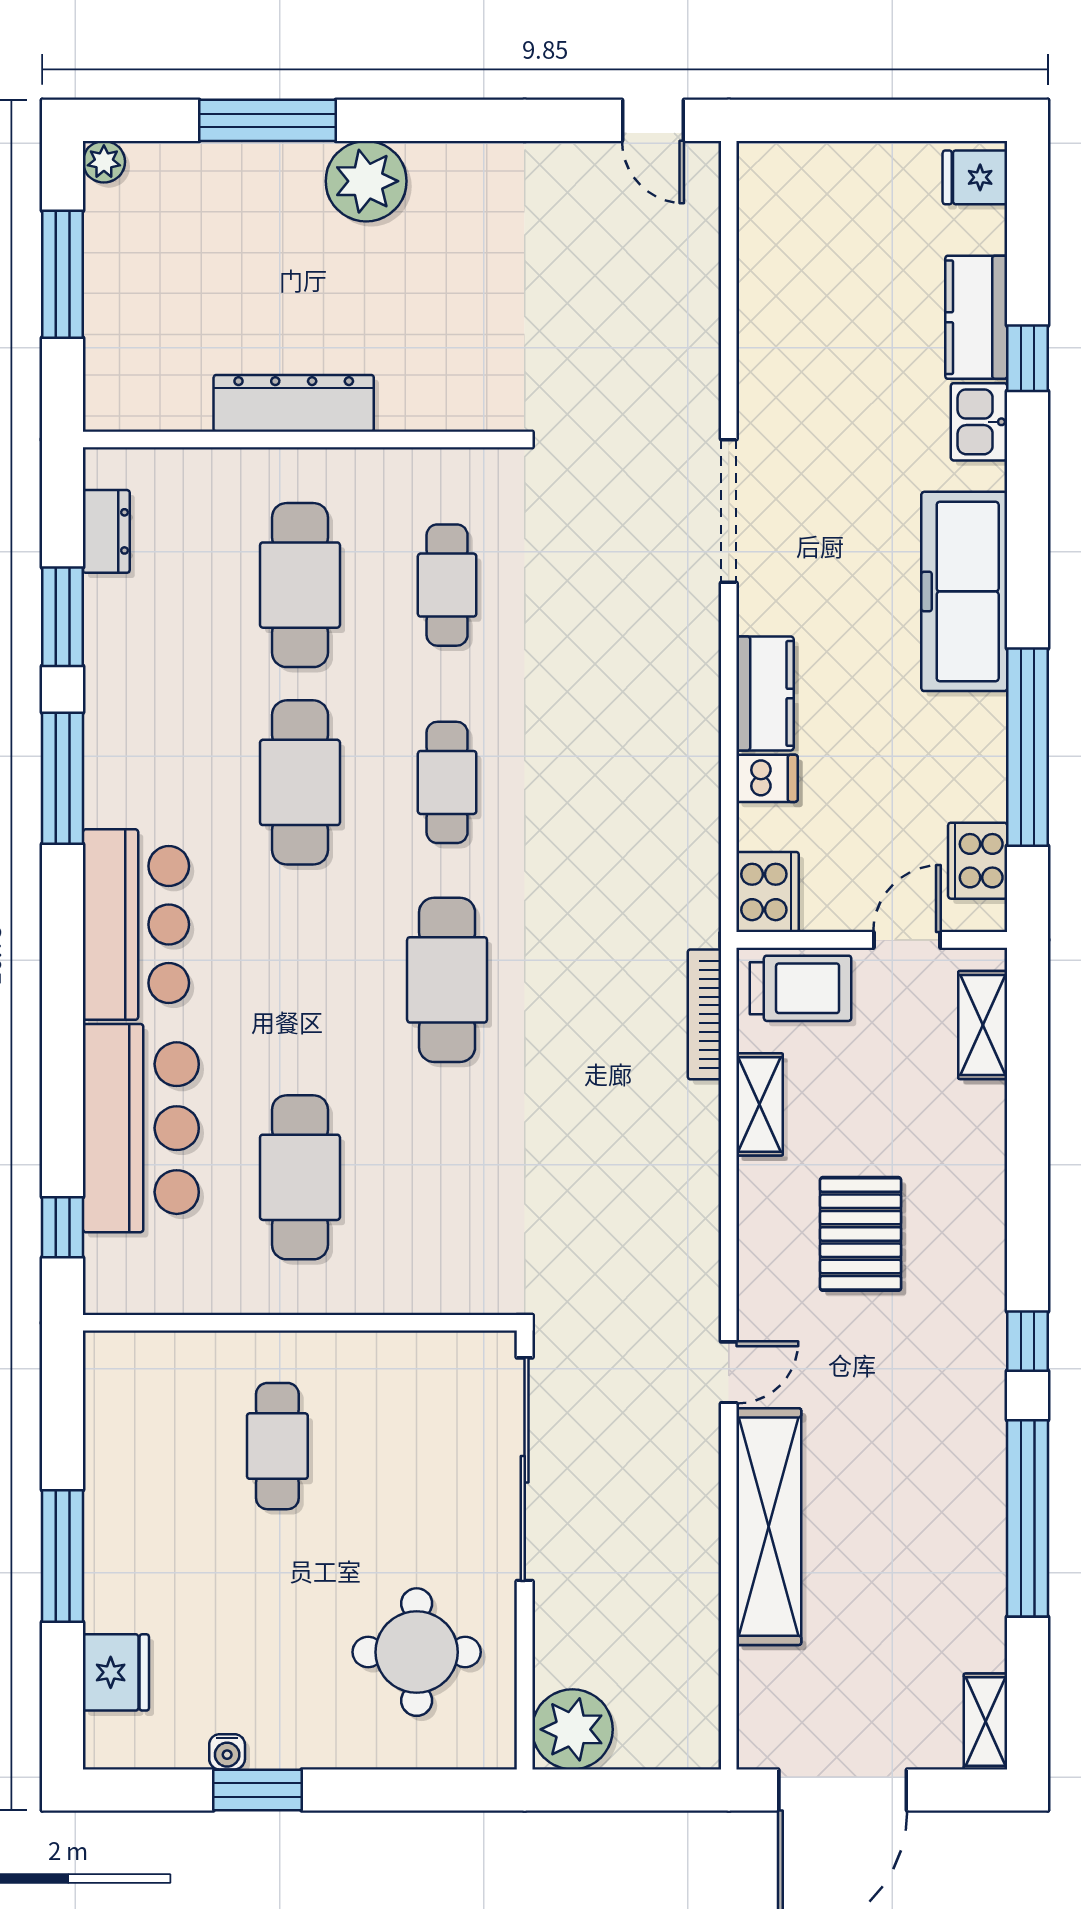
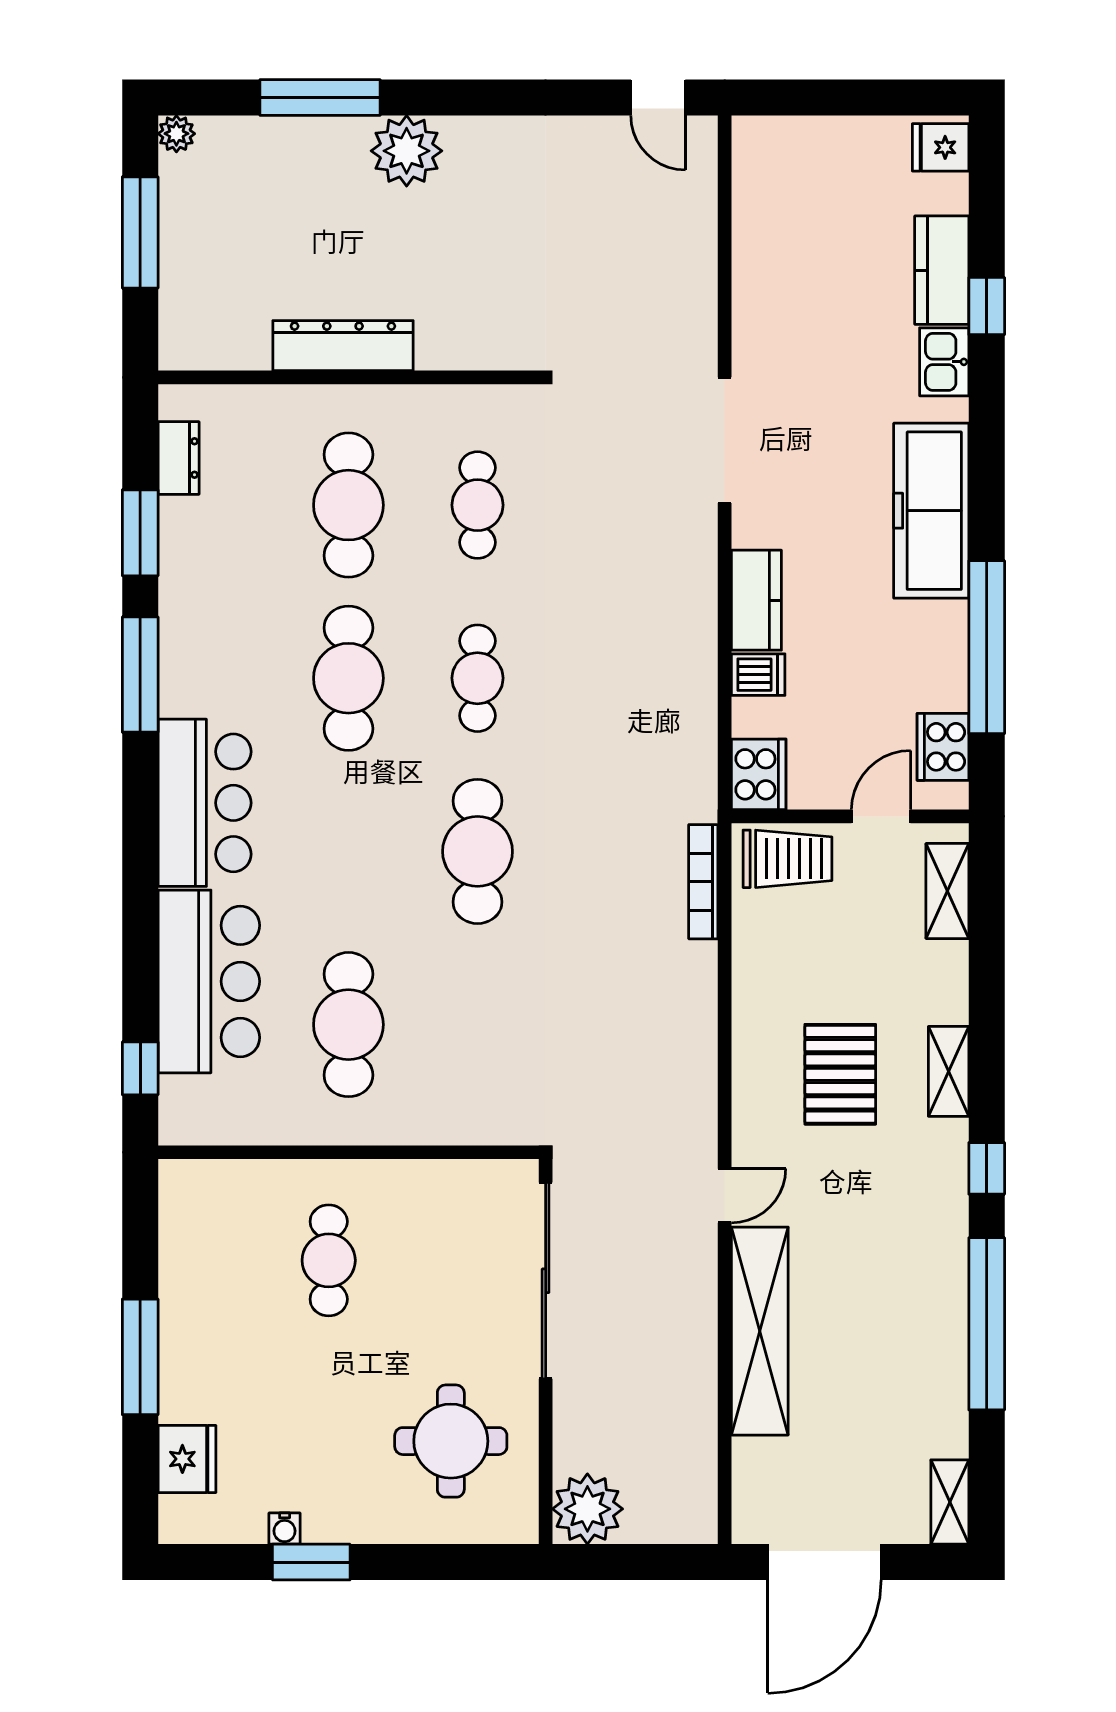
shelving: (760, 1104) -> (949, 1071), moved

